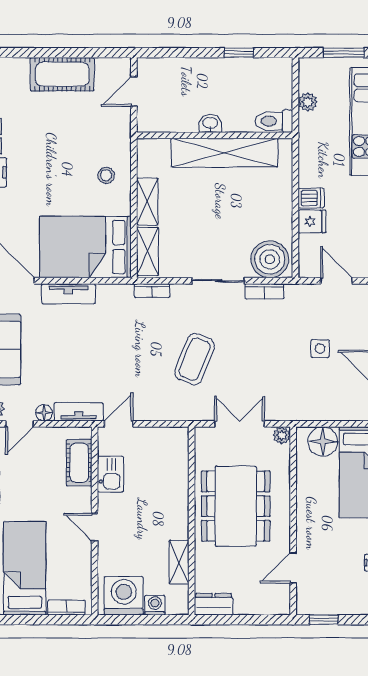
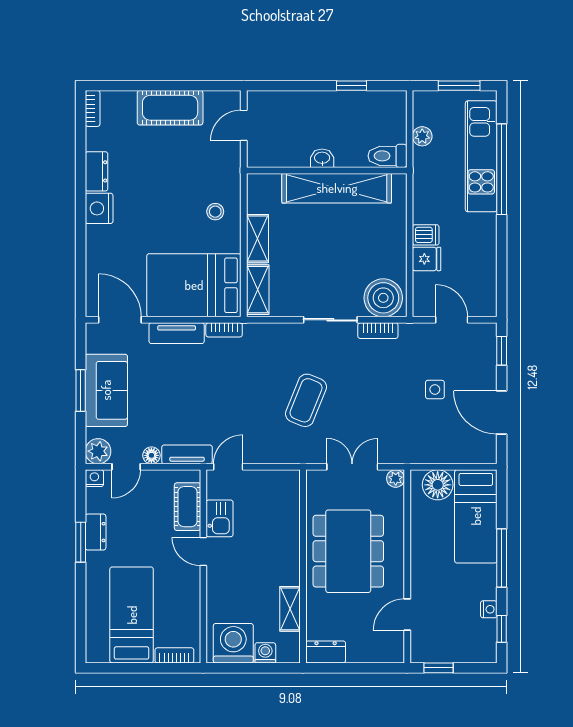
bookcase: (152, 291) -> (224, 330), moved
door: (95, 527) -> (203, 552), moved

